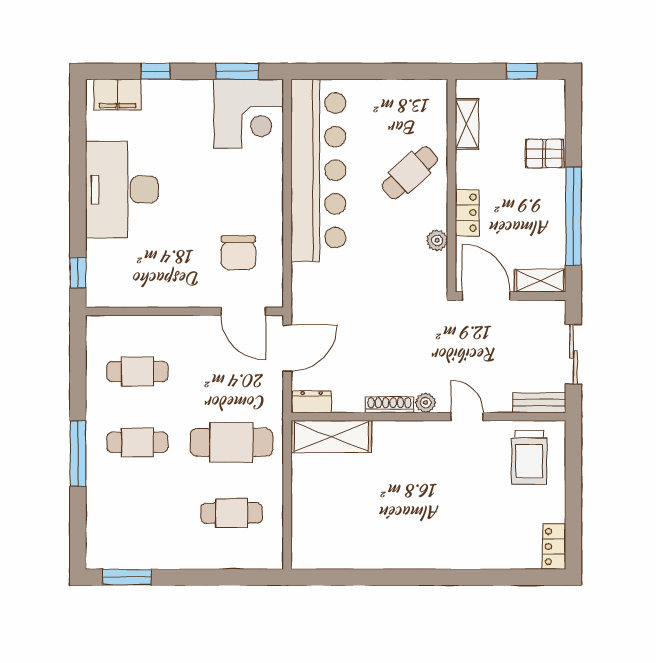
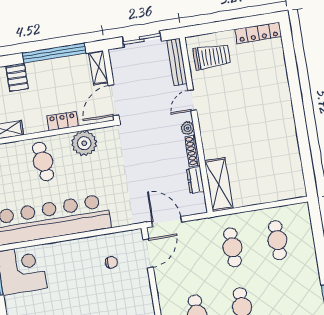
cafe table: (410, 173) -> (43, 162), turned 35
plant: (437, 240) -> (84, 143), width x1.87, depth x1.87
chair: (238, 253) -> (111, 262), width x0.54, depth x0.54
dresser: (312, 402) -> (195, 180), moved
bench: (539, 403) -> (177, 62), width x1.36
cafe table: (232, 442) -> (232, 247), width x0.73, depth x0.74
locker: (554, 547) -> (258, 33), width x1.53

